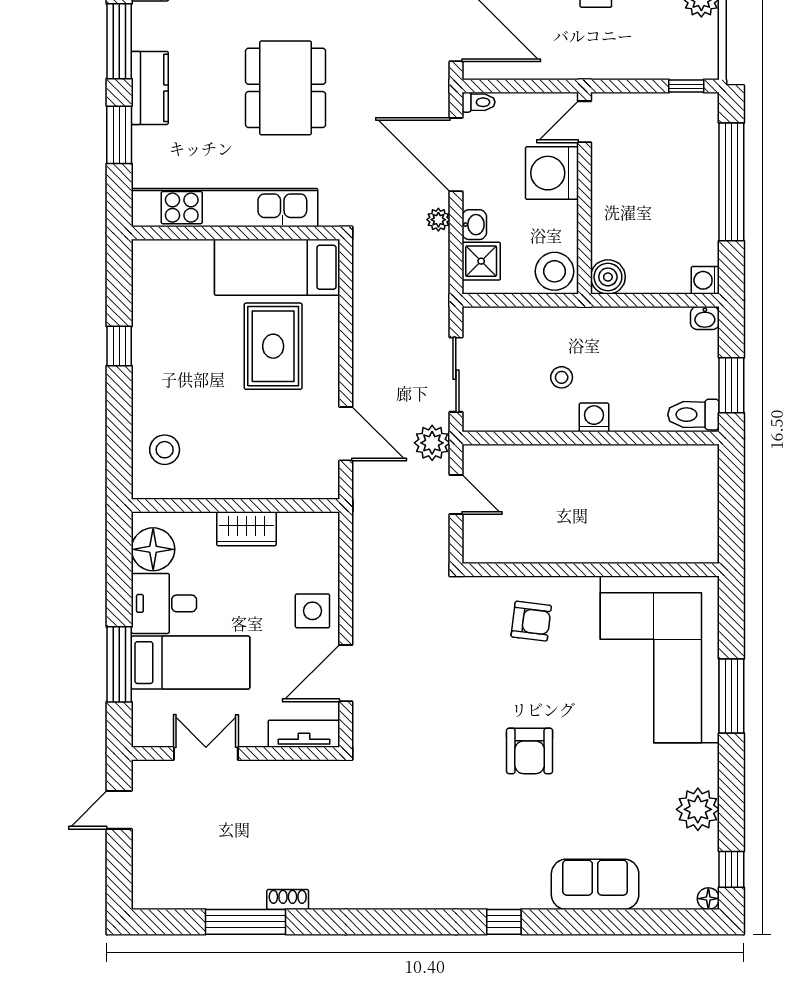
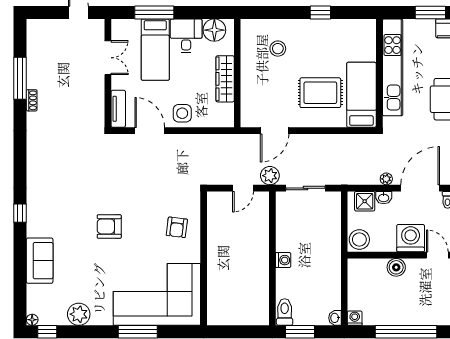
boiler: (608, 277) -> (396, 267), moved
stool: (562, 377) -> (304, 243), removed
stool: (165, 450) -> (278, 49), moved
wardrobe: (247, 529) -> (225, 79), width x1.50

